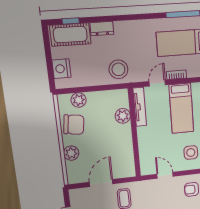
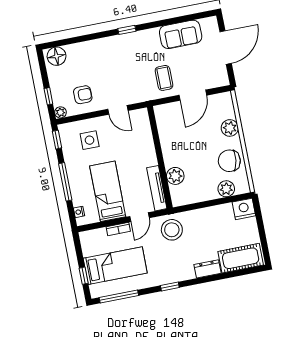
window: (71, 21) -> (170, 286), moved
nightstand: (61, 69) -> (244, 209), moved, turned -90
stool: (118, 69) -> (172, 230), moved

